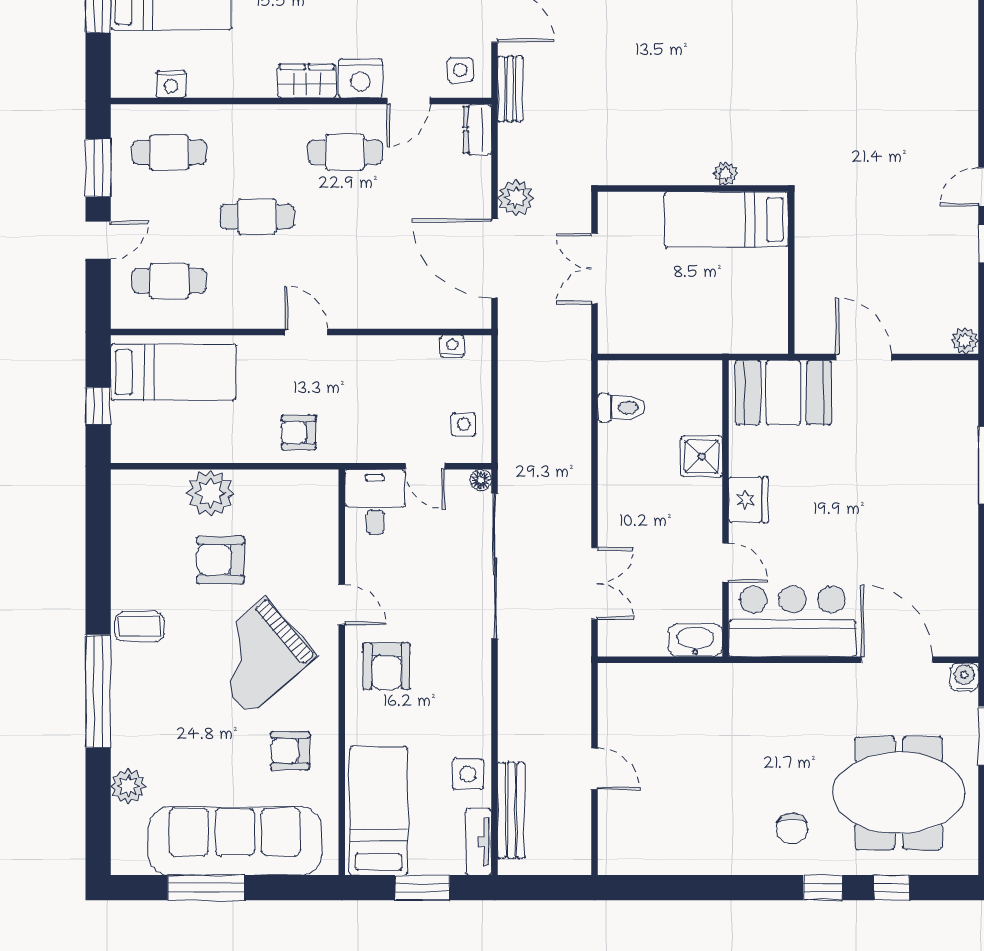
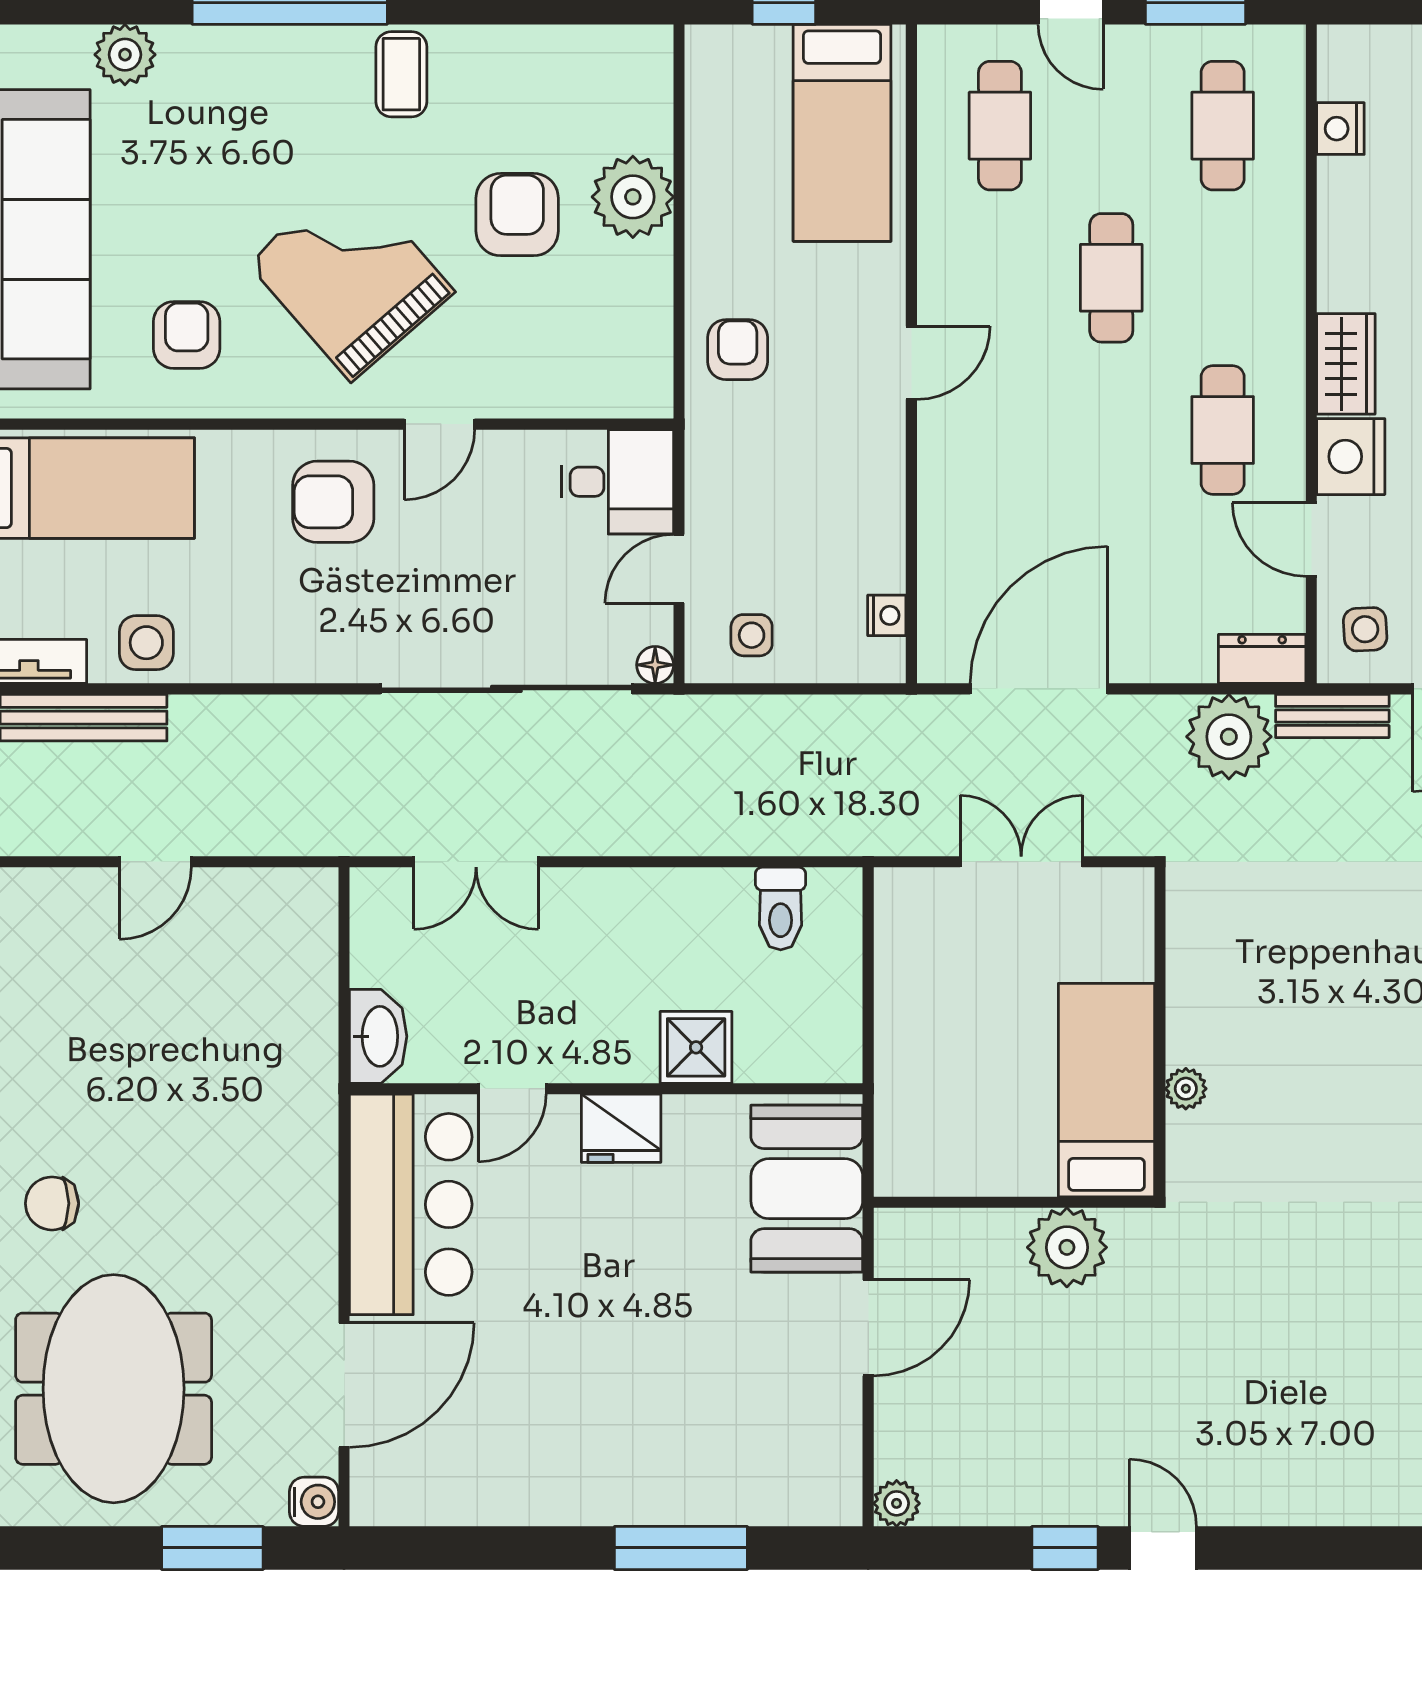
plant: (516, 198) -> (1229, 737), moved, width x1.36, depth x1.36
plant: (817, 242) -> (1067, 1247), added

